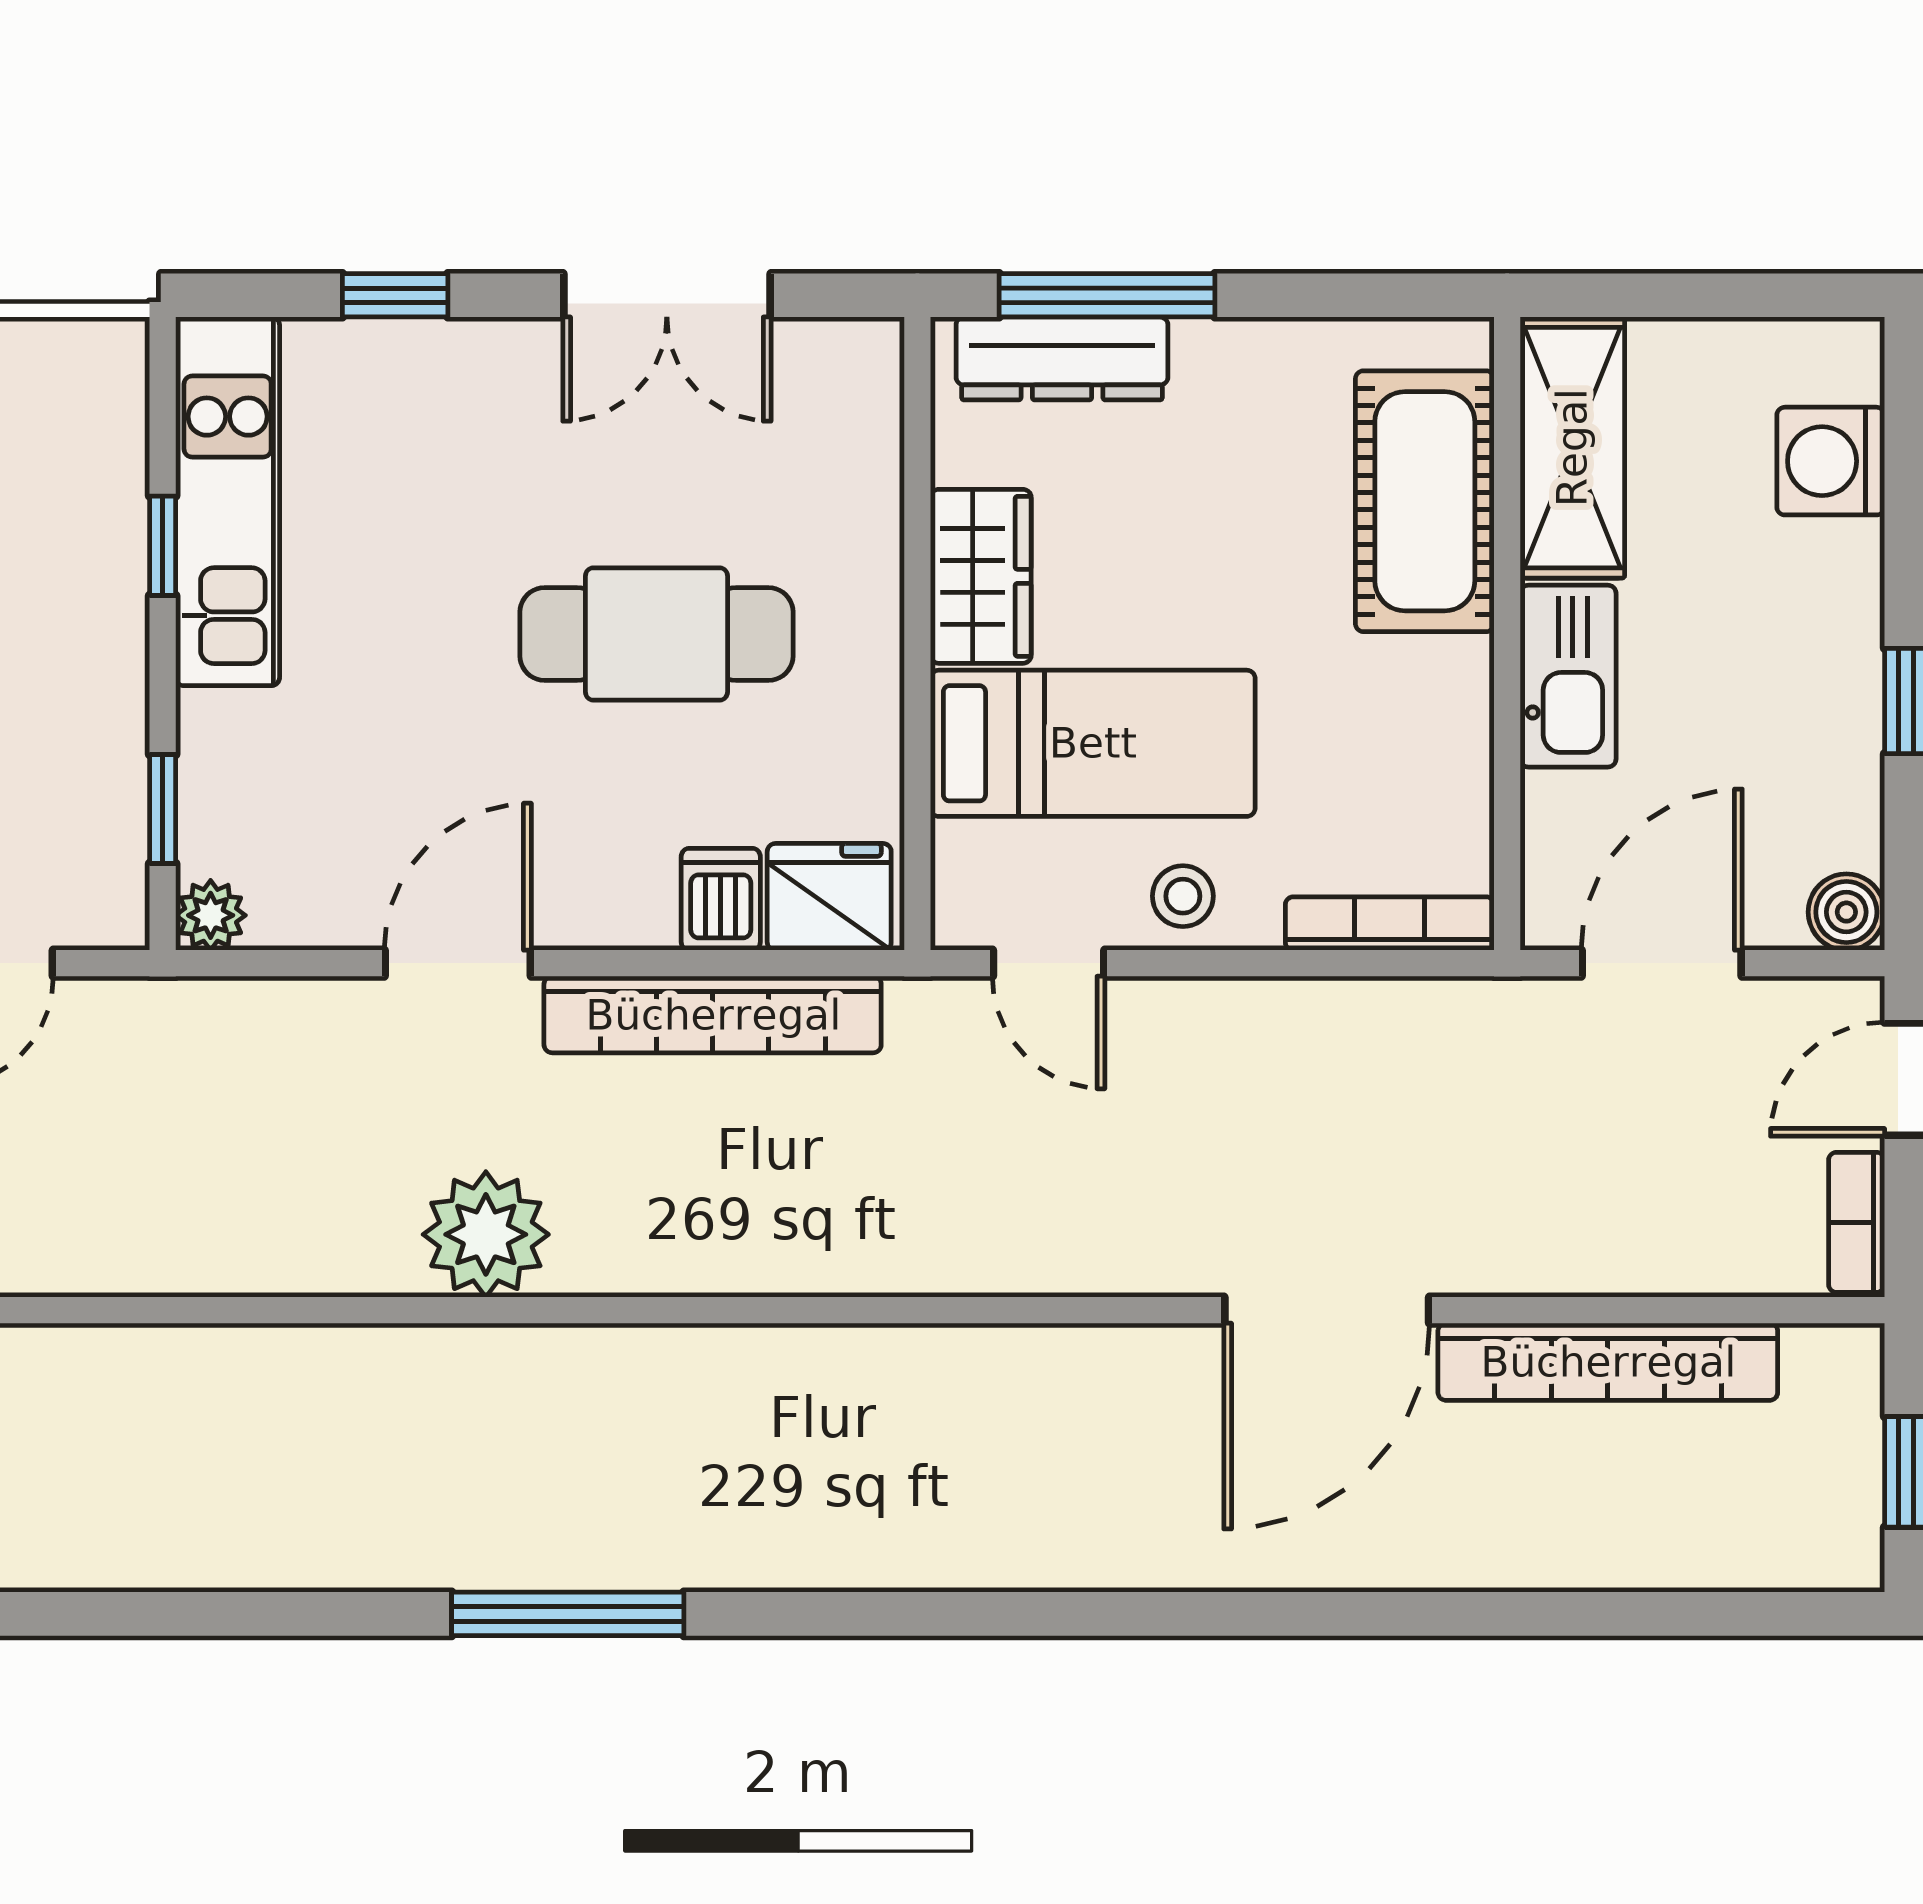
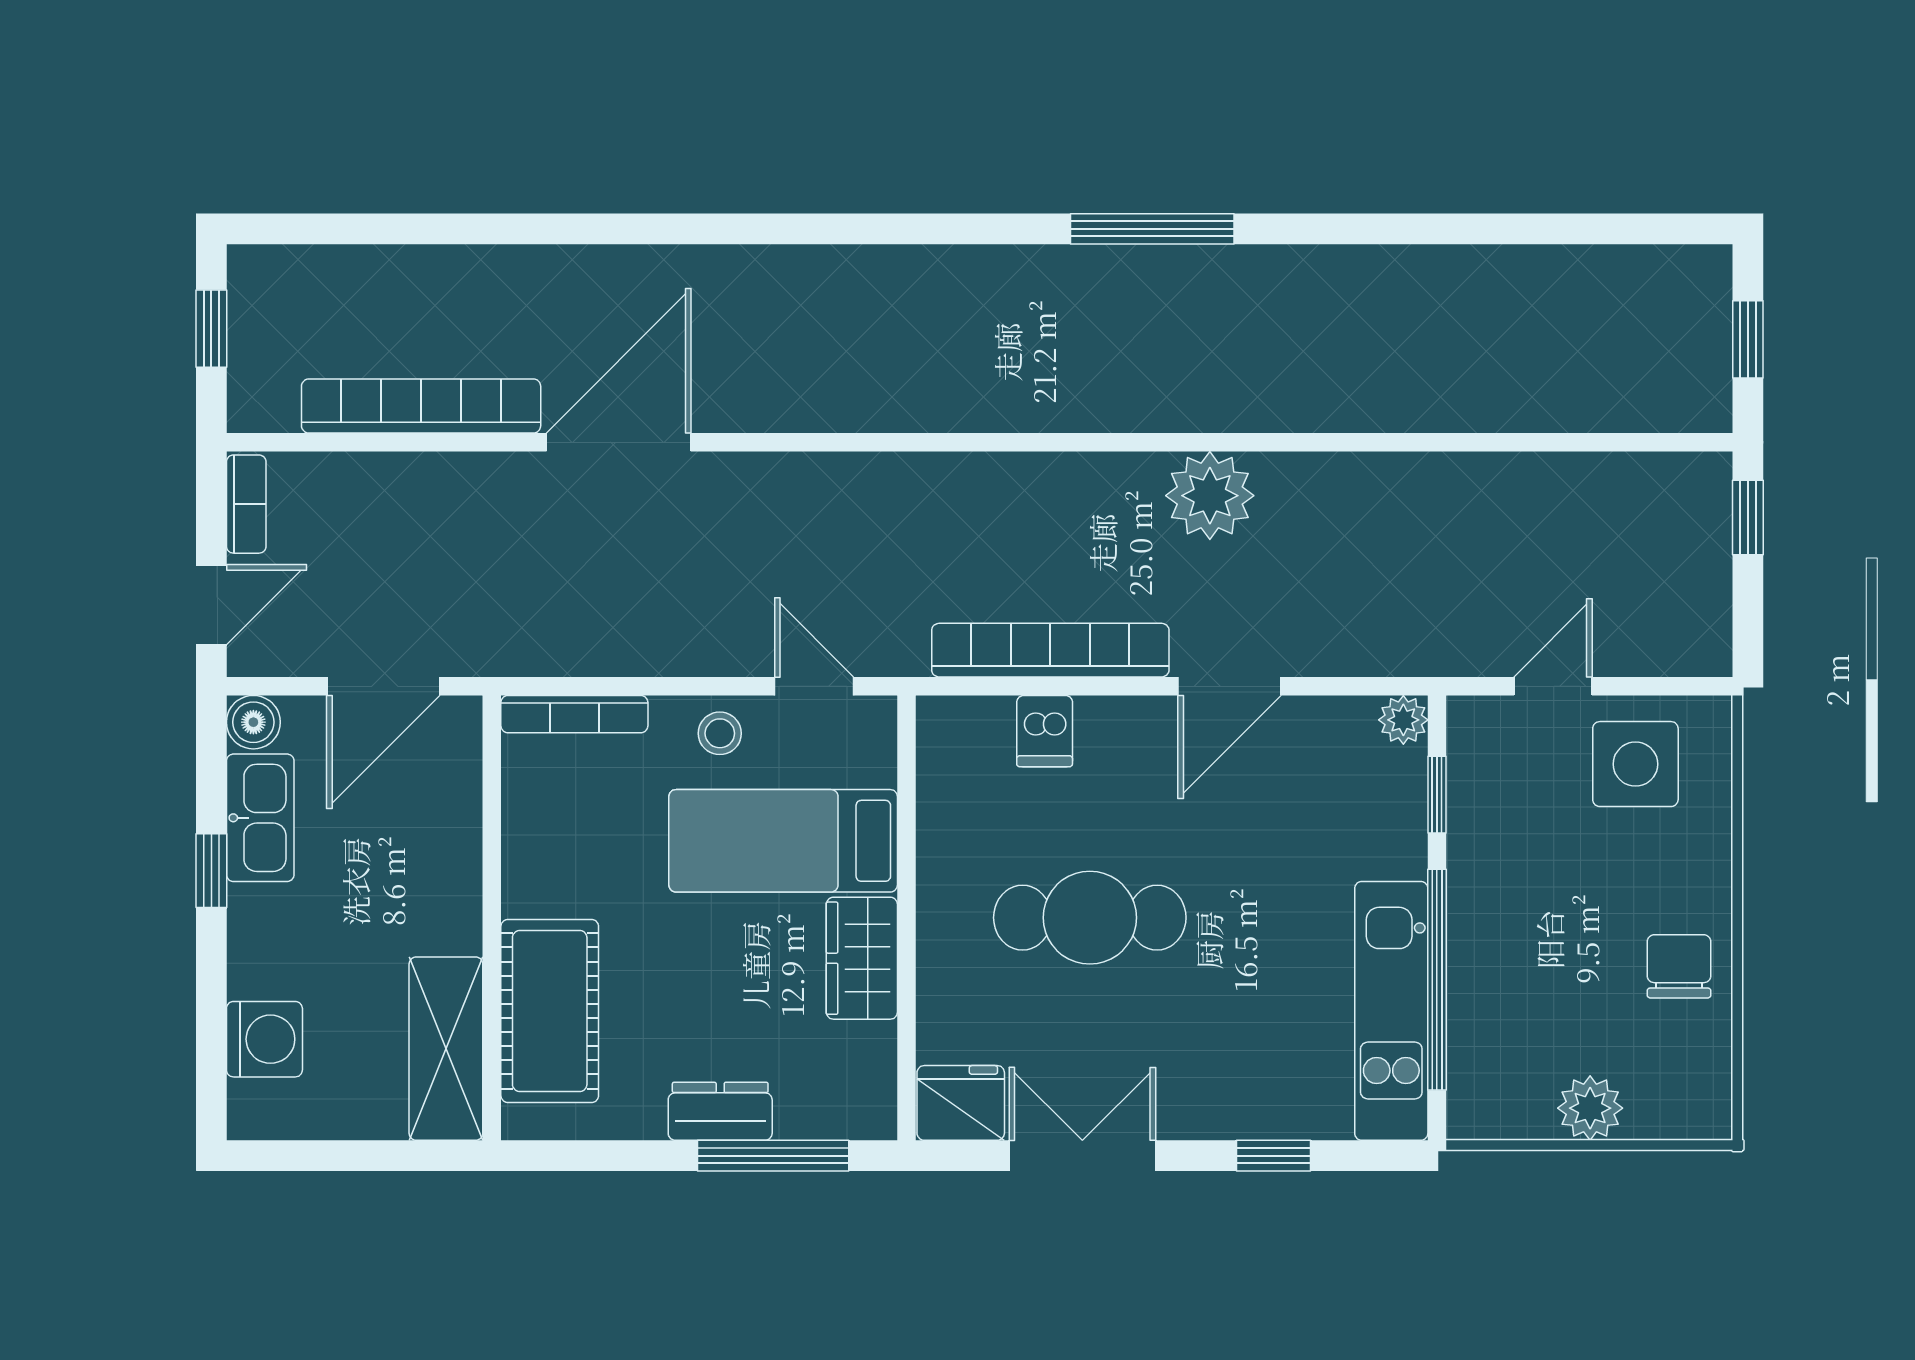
dresser: (1062, 358) -> (720, 1111), moved, width x0.70
window: (163, 546) -> (1437, 980), width x3.17
kitchen sink: (1568, 676) -> (260, 818), moved, turned 180
fridge: (829, 897) -> (961, 1103), moved, turned 180

